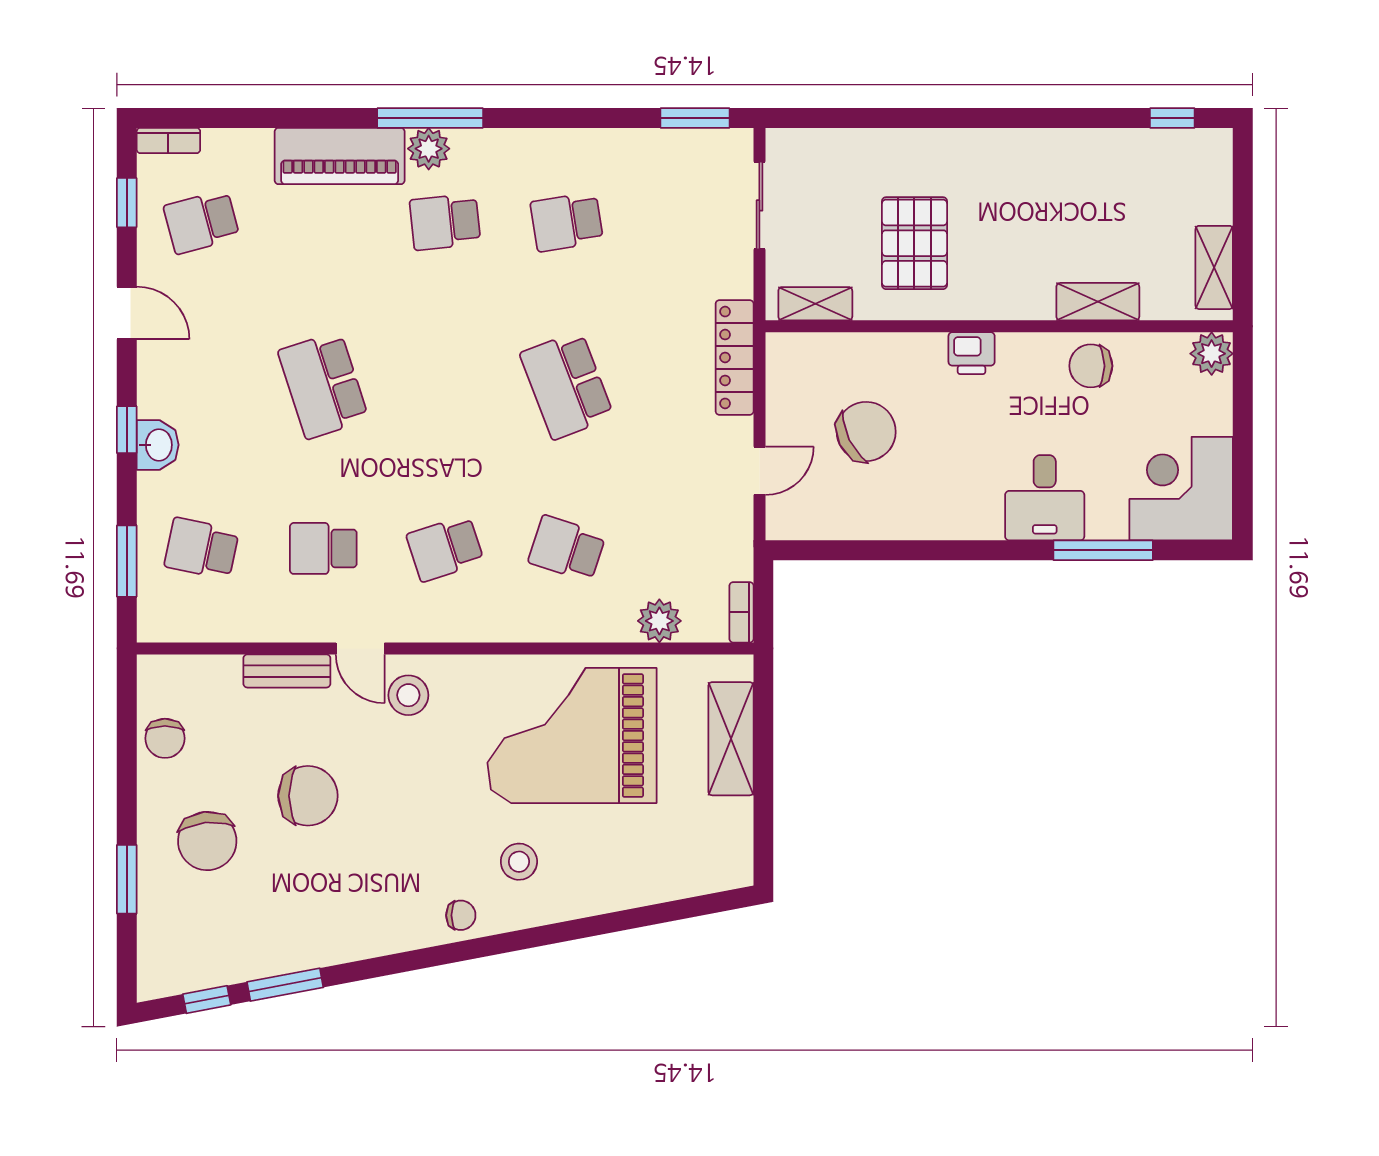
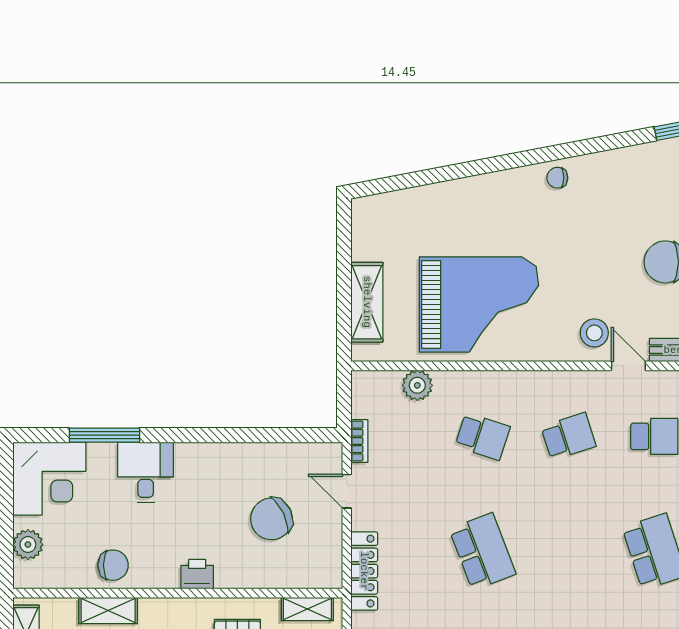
plant: (1212, 354) -> (28, 545), moved
door: (759, 471) -> (347, 491), hinge flipped
bookcase: (741, 612) -> (359, 441), moved
stool: (519, 862) -> (516, 216), removed

